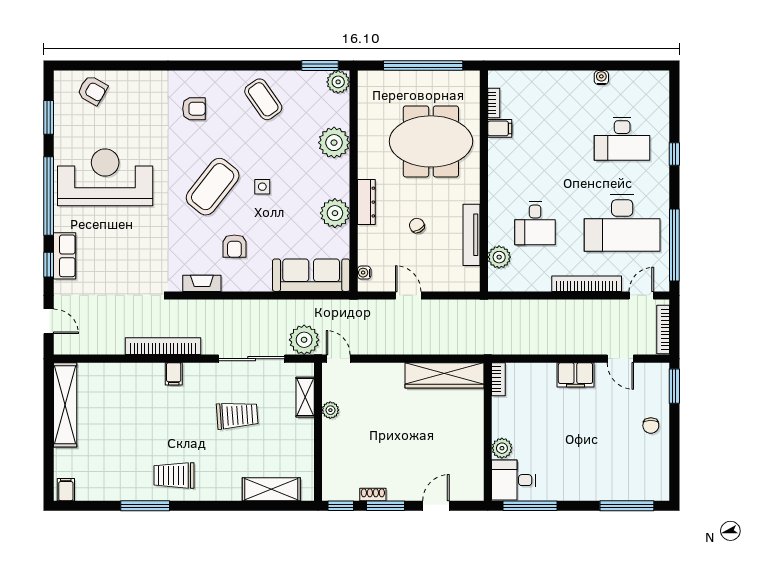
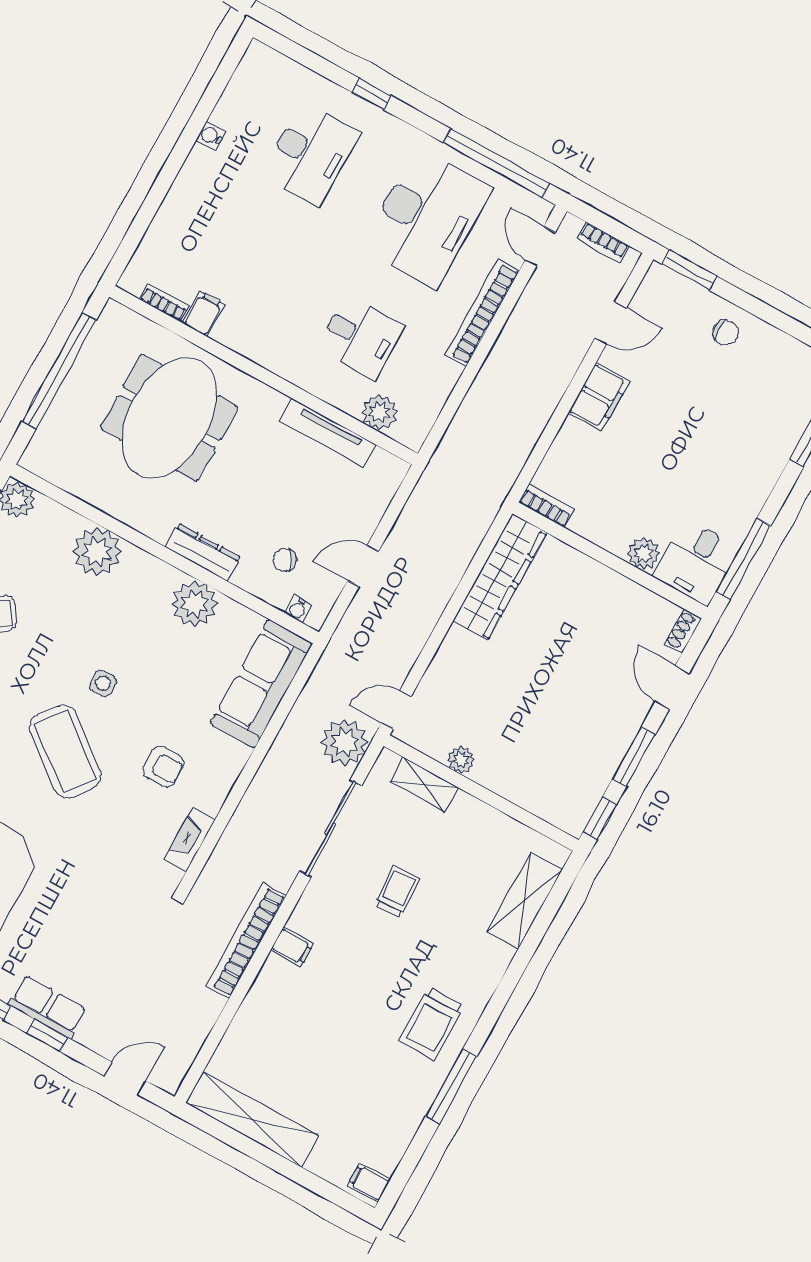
chair: (417, 225) -> (285, 560), moved
bookcase: (663, 329) -> (603, 242), width x0.64
trolley: (237, 415) -> (397, 891), width x0.73, depth x0.72
shoe rack: (373, 494) -> (683, 631), moved

